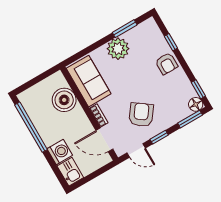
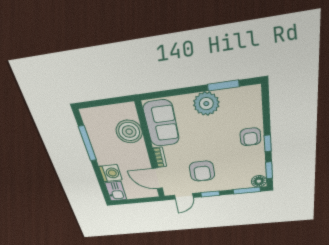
window: (171, 42) -> (268, 143), moved
armchair: (141, 115) -> (202, 171), turned 144
window: (31, 127) -> (87, 143), width x0.68
door: (136, 150) -> (184, 196), hinge flipped

